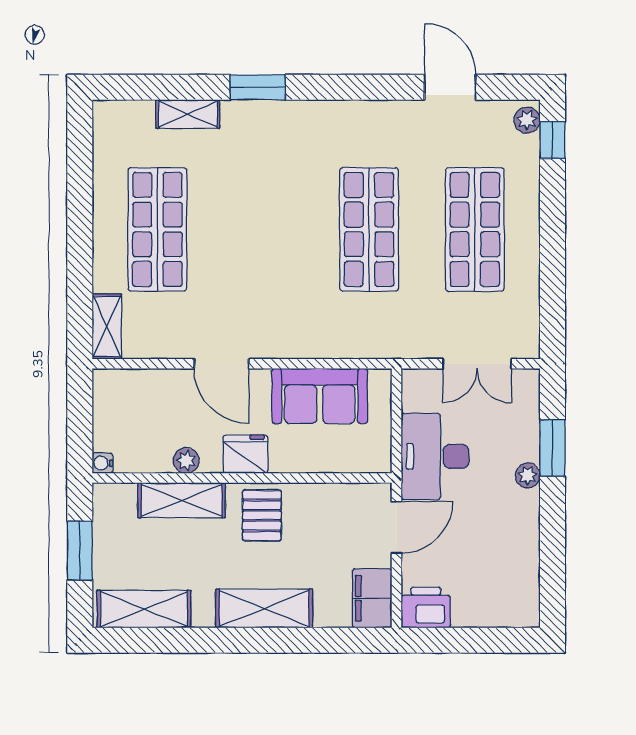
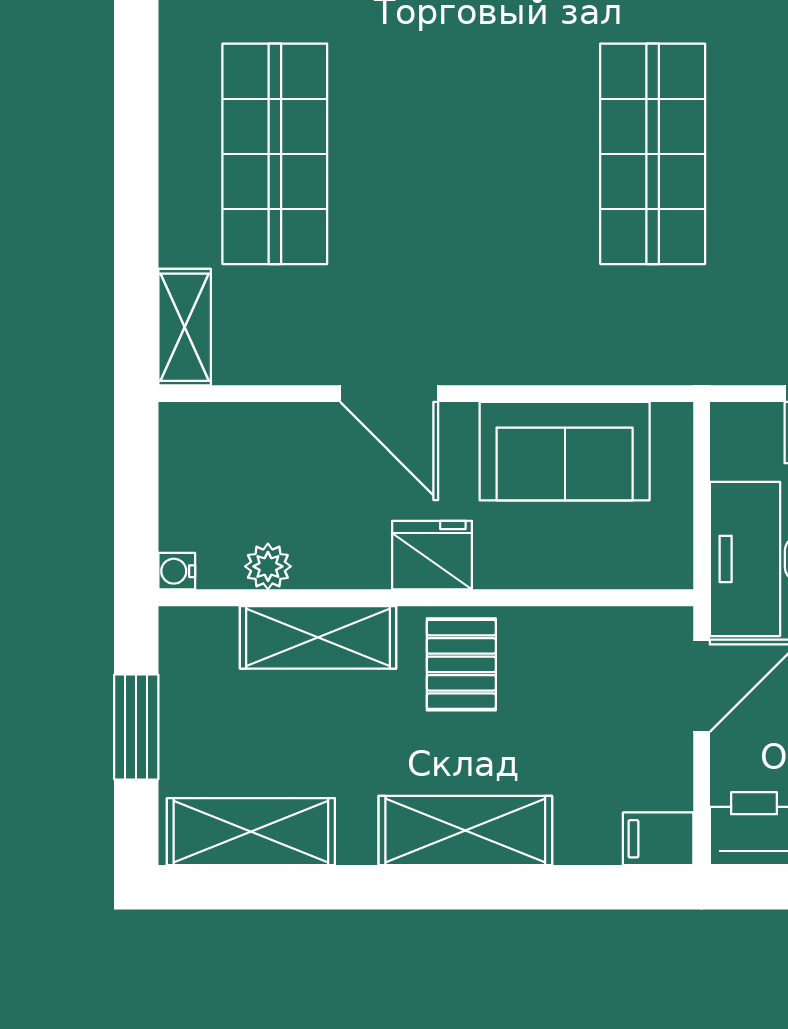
plant: (186, 461) -> (268, 566), moved
filing cabinet: (372, 598) -> (658, 839), width x0.50

